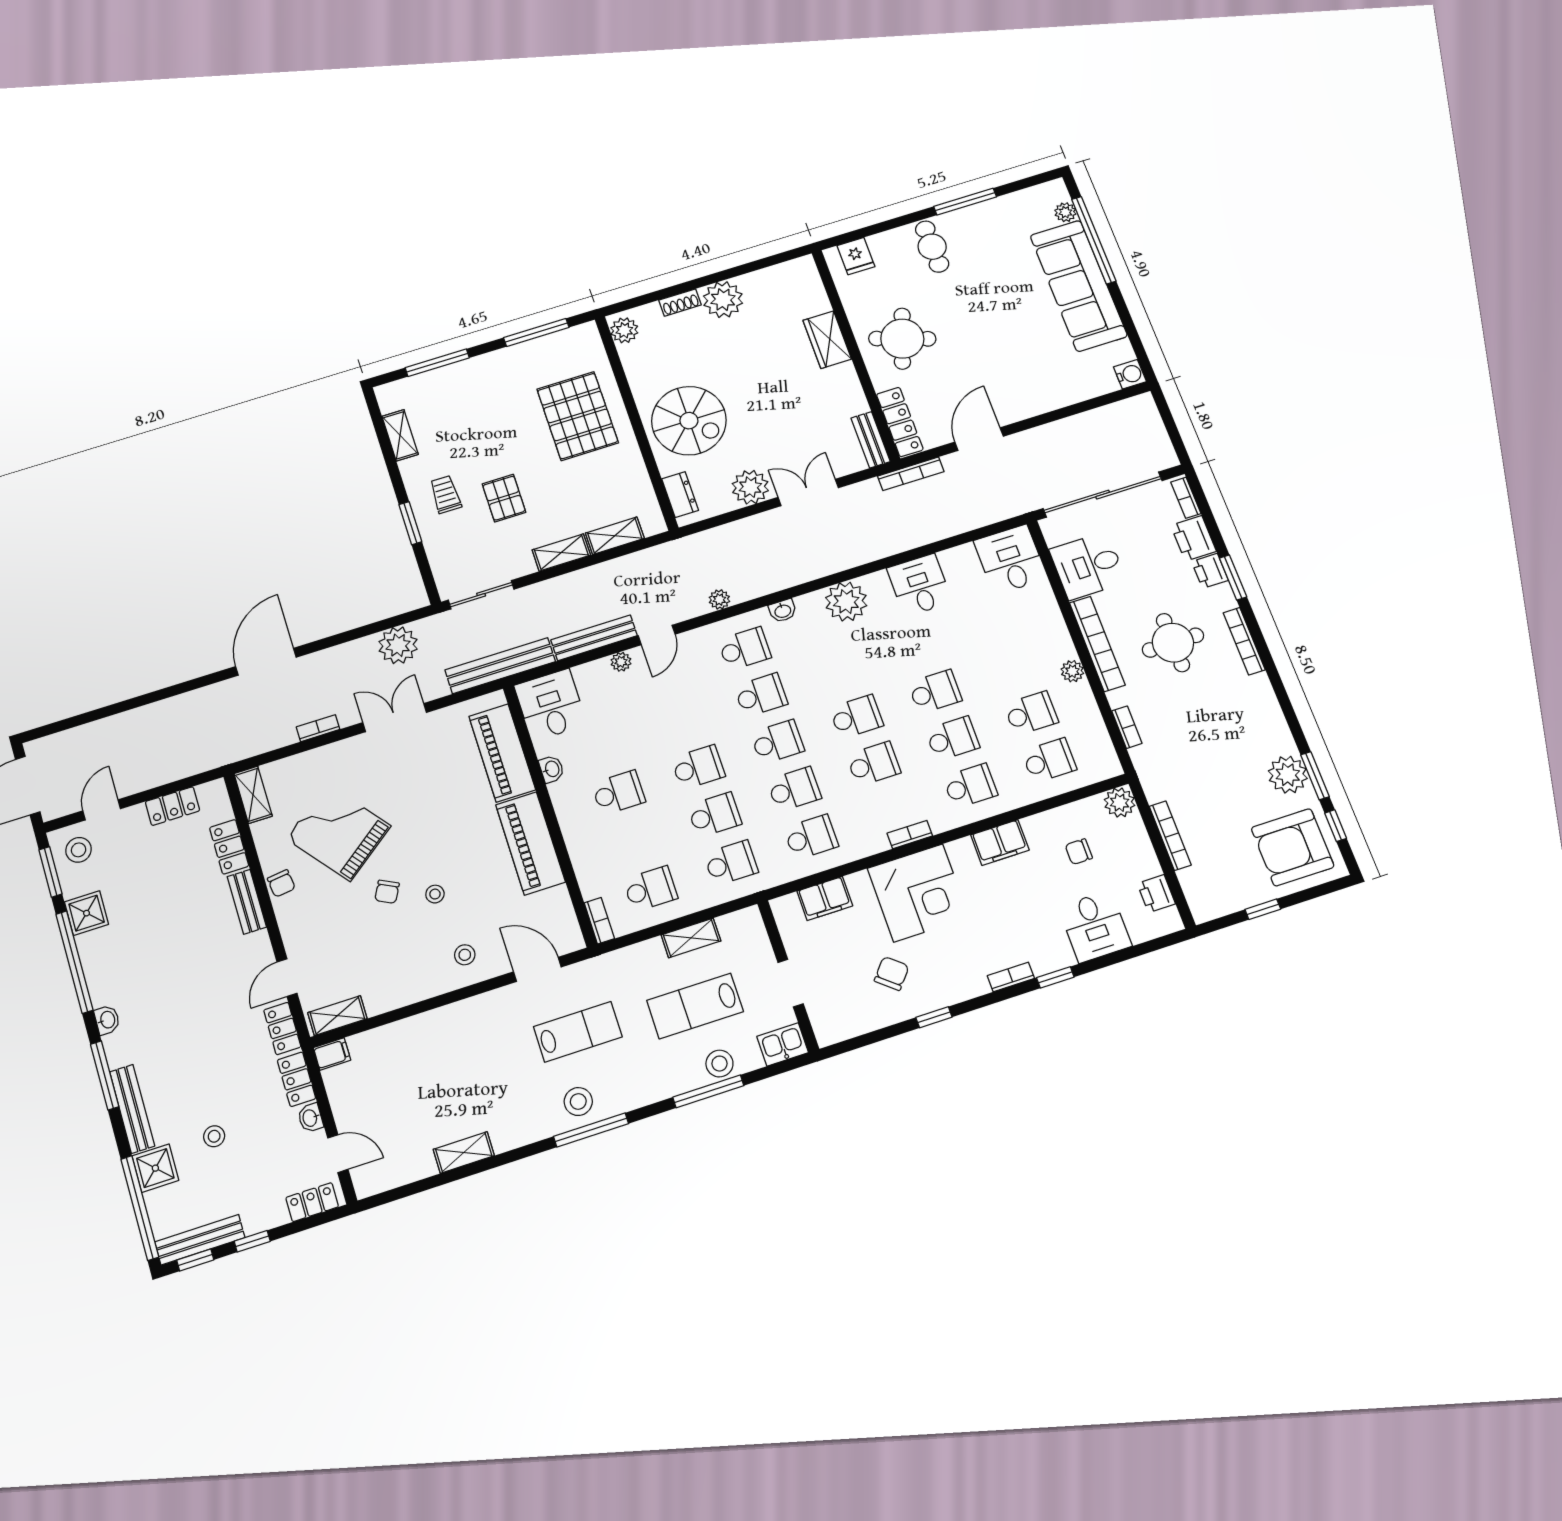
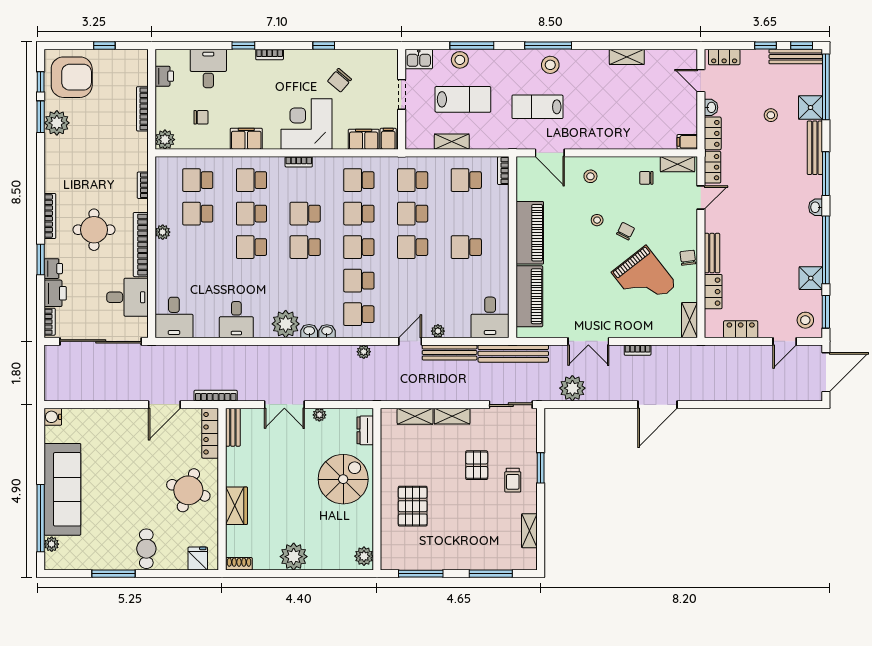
shoe rack: (680, 303) -> (239, 564), moved
pallet: (578, 416) -> (413, 506), width x0.73, depth x0.71
spiral stairs: (689, 421) -> (343, 479), turned 90
plant: (750, 487) -> (319, 415), width x0.53, depth x0.53
washbasin: (552, 769) -> (309, 331), moved, turned 90
filing cabinet: (788, 911) -> (388, 139), added
chair: (379, 980) -> (646, 178), added

